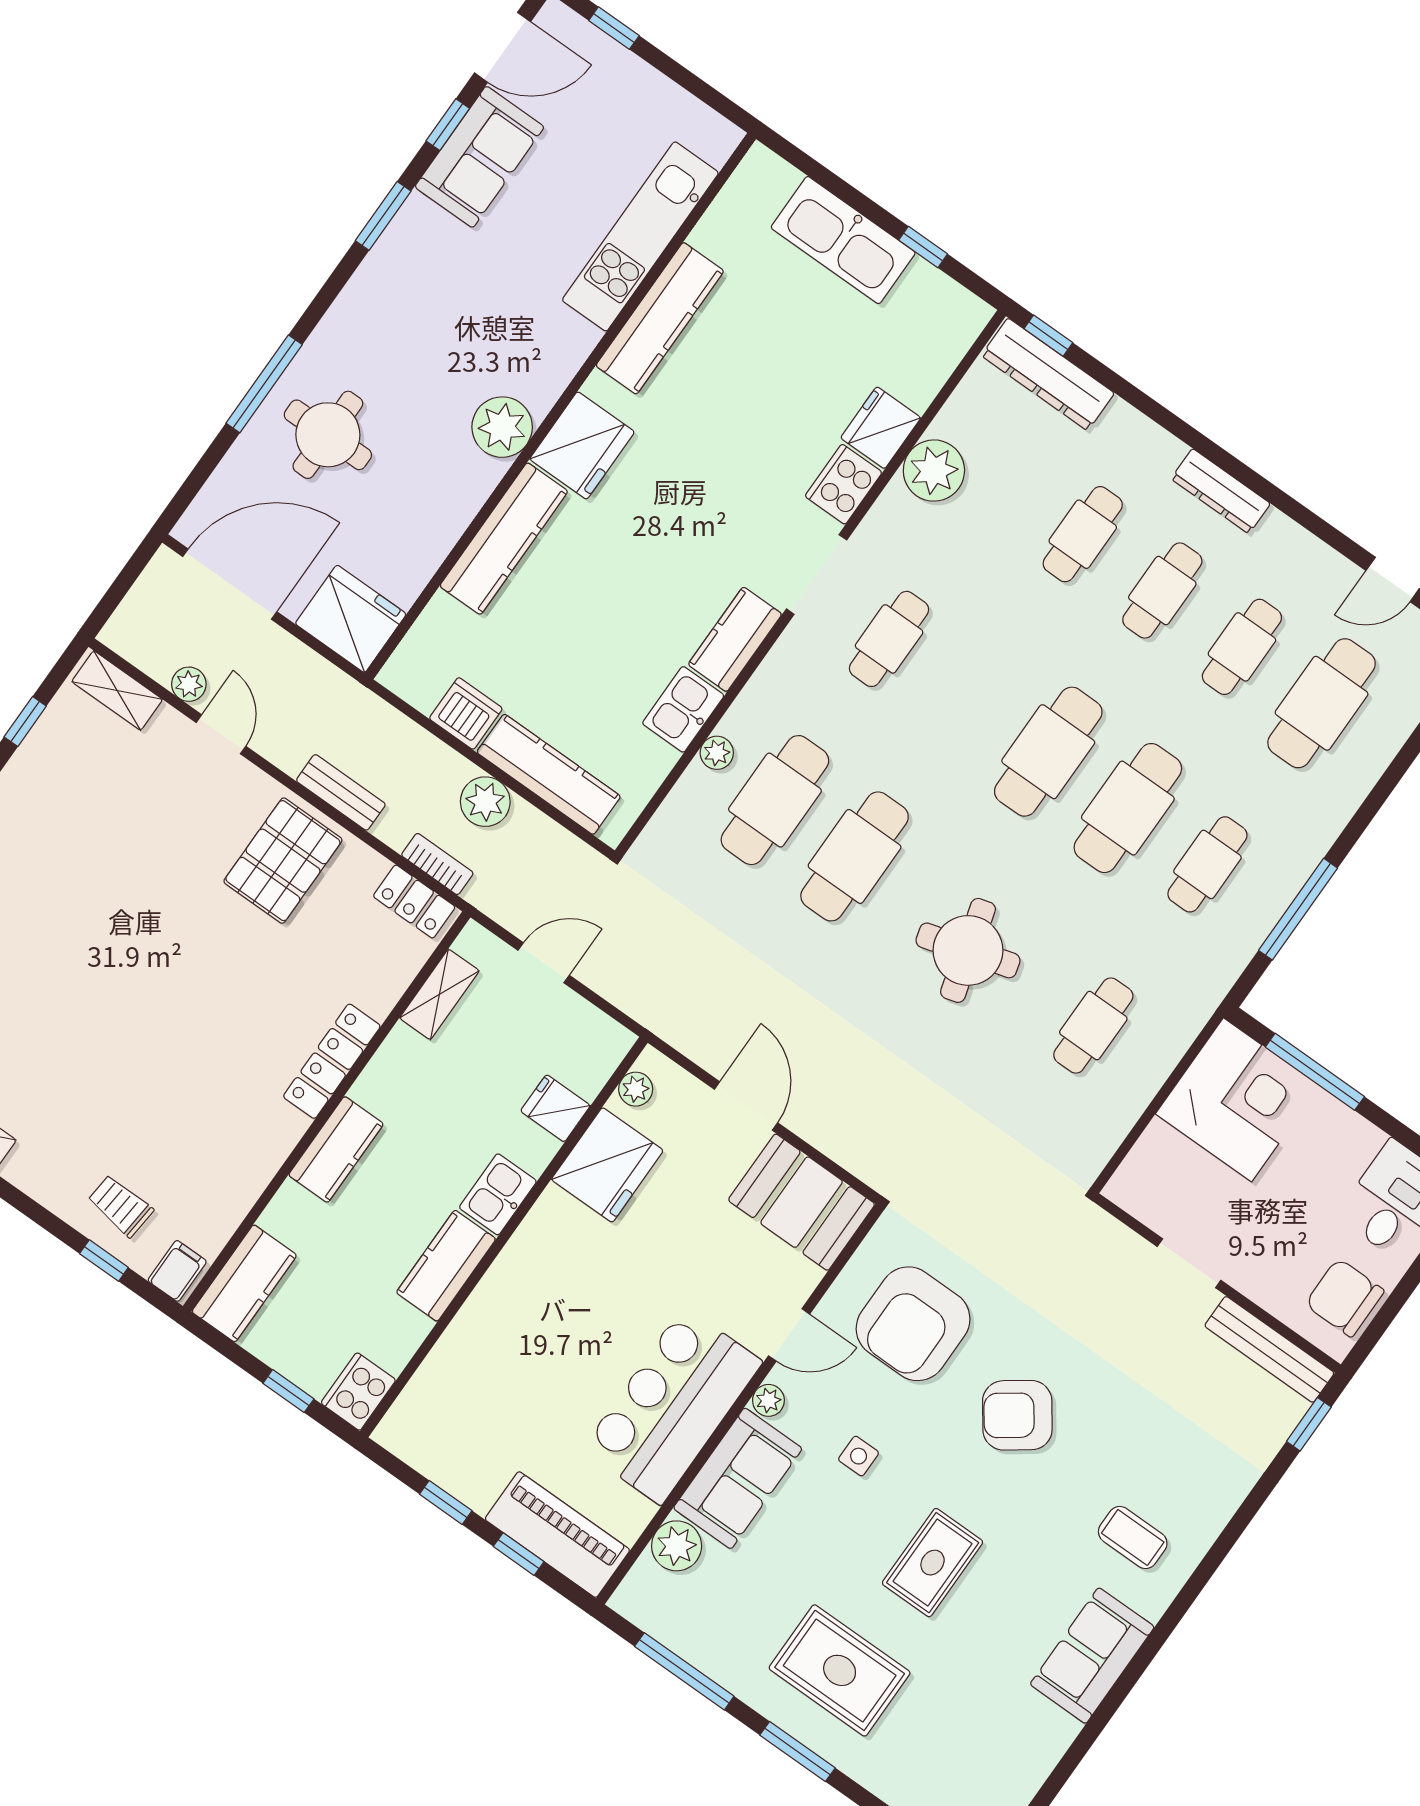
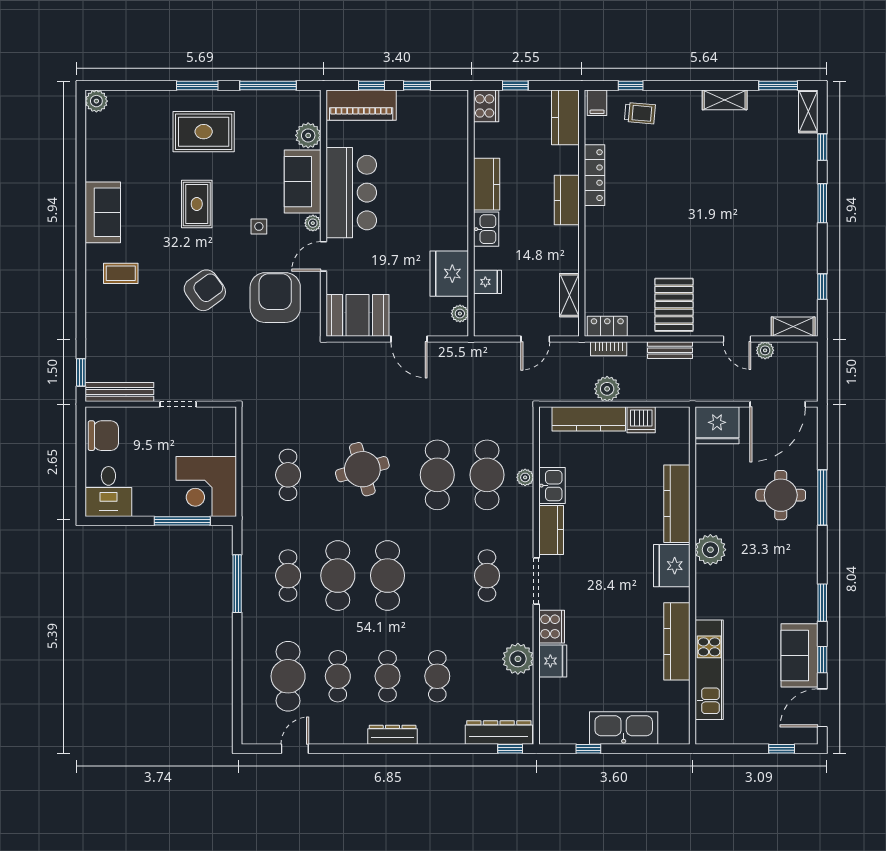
locker: (332, 1061) -> (594, 175), moved

